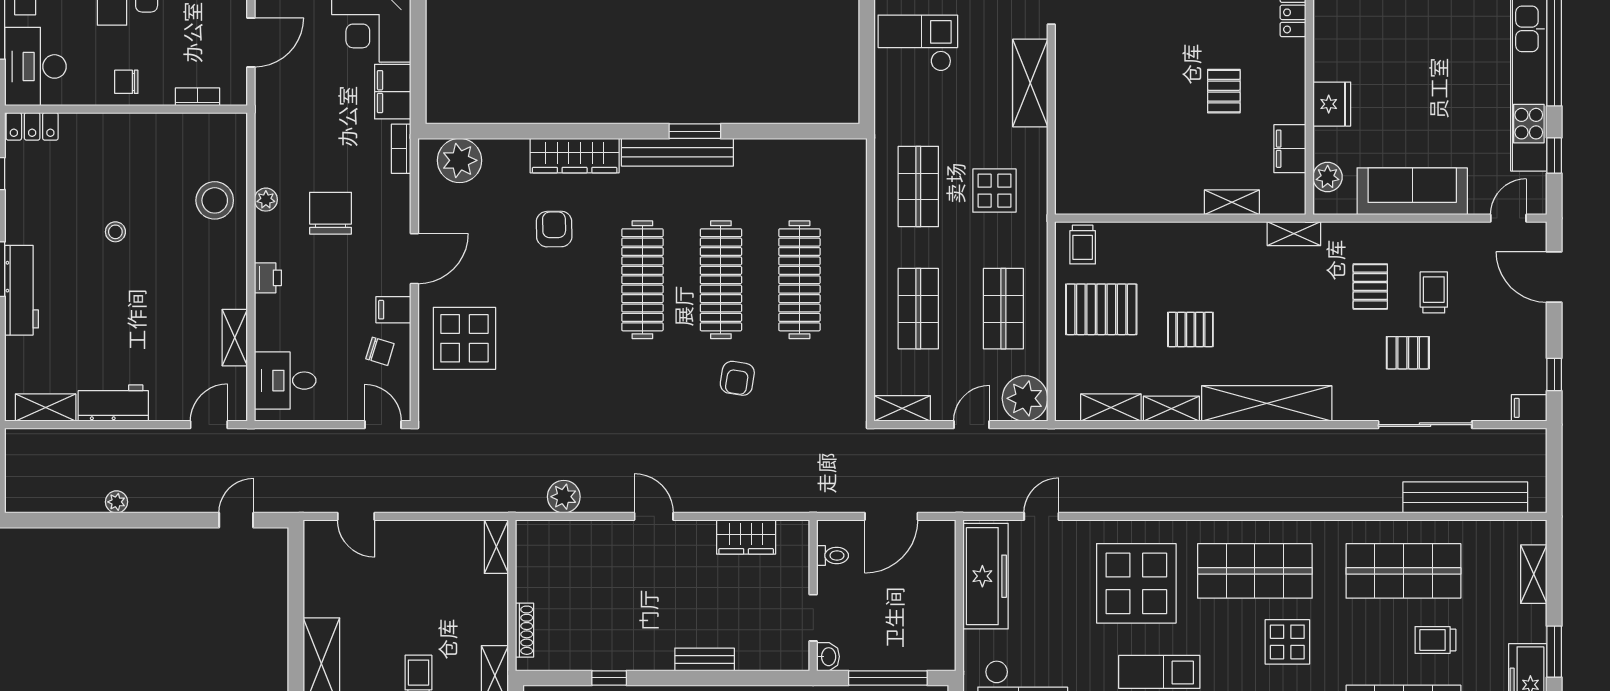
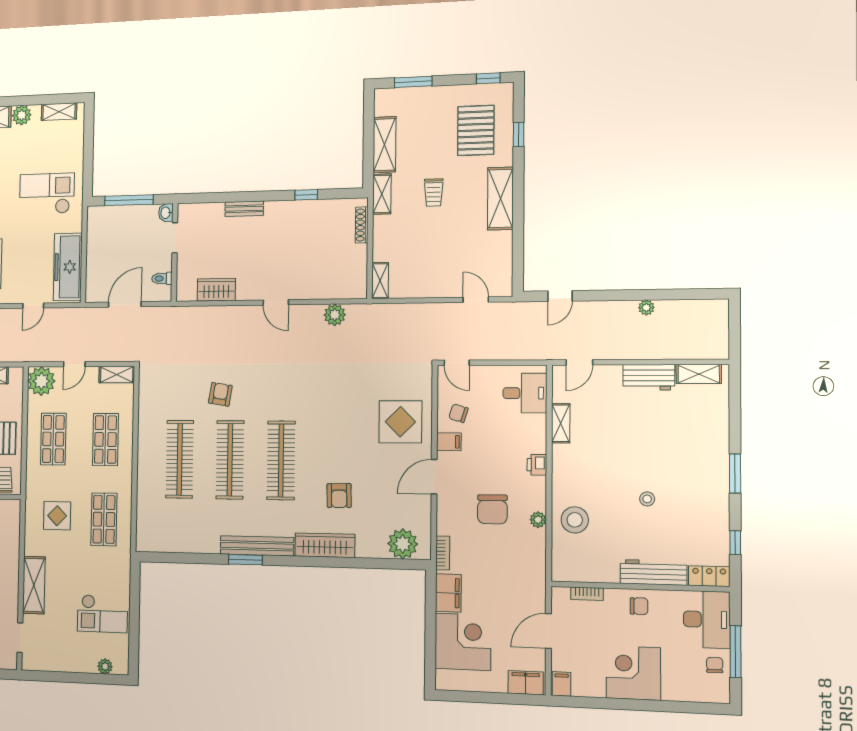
workbench: (22, 290) -> (654, 572), moved, turned 90

